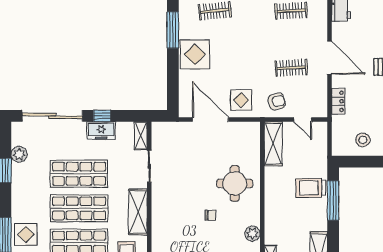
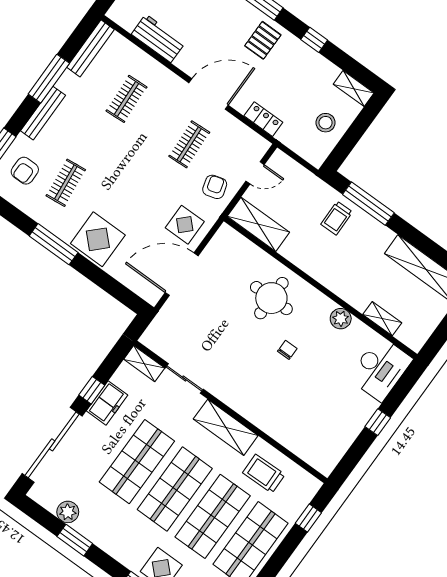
trolley: (311, 188) -> (337, 218), width x0.73, depth x0.72

